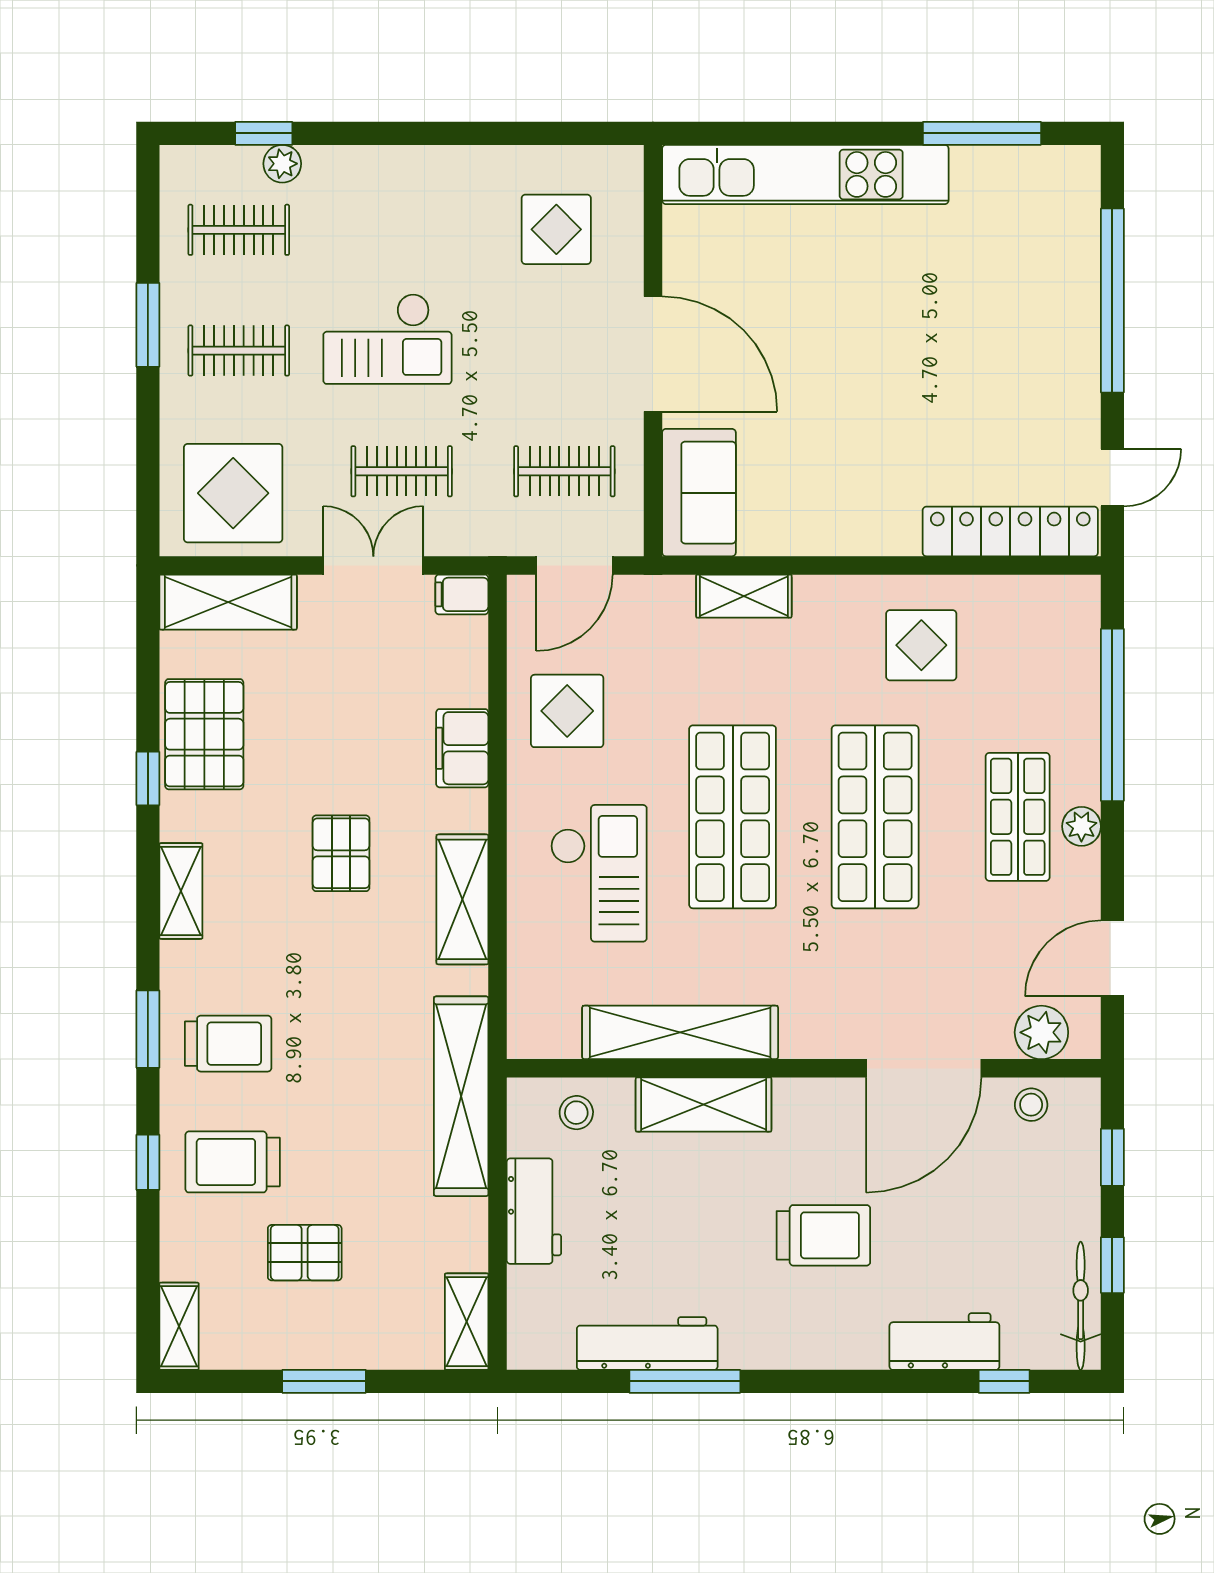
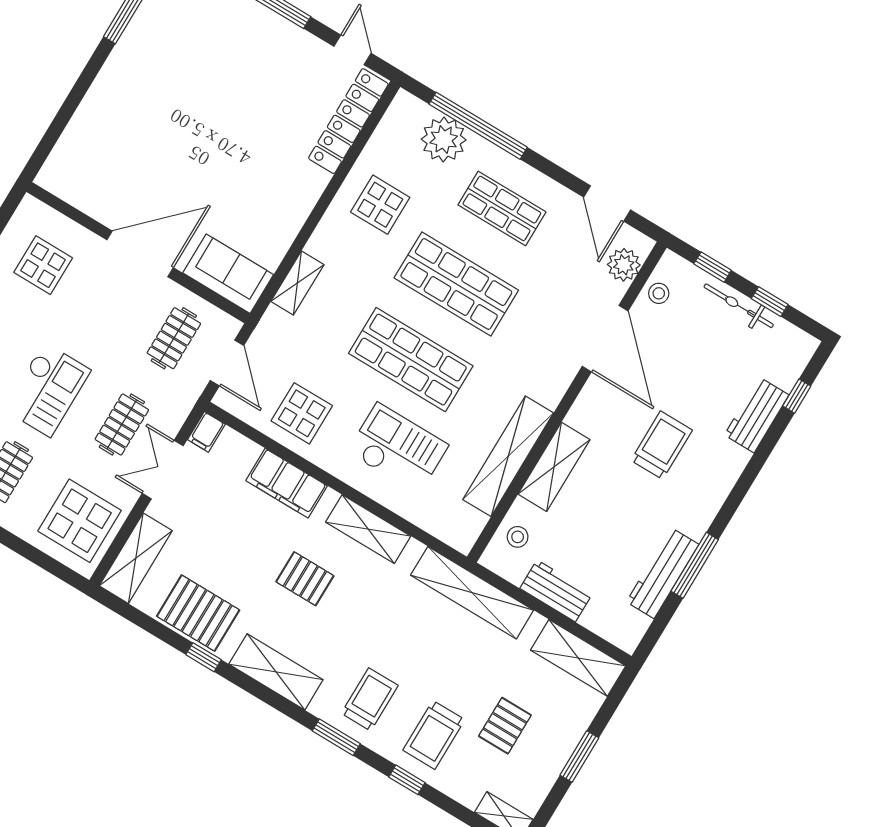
kitchen unit: (805, 174) -> (94, 116), removed
filing cabinet: (462, 748) -> (287, 483), width x1.50, depth x1.17
plant: (1081, 826) -> (444, 139), moved, width x1.87, depth x1.87
shelving: (181, 891) -> (276, 672), width x1.50, depth x1.33
bicycle: (1081, 1306) -> (739, 306), moved
shelving: (467, 1322) -> (578, 658), width x1.50, depth x1.33

